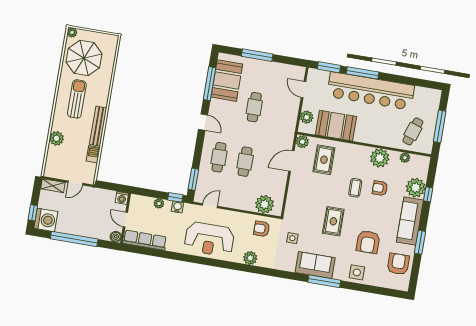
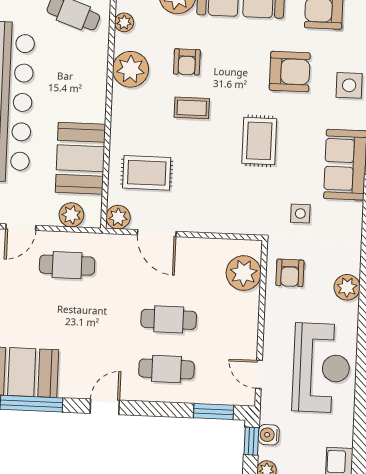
cafe table: (254, 107) -> (67, 265), moved
rug: (333, 221) -> (259, 141), turned 90

